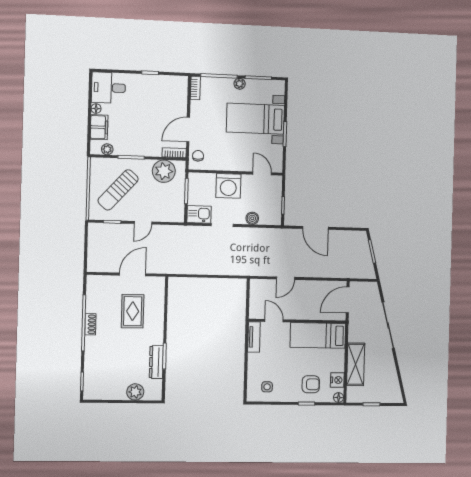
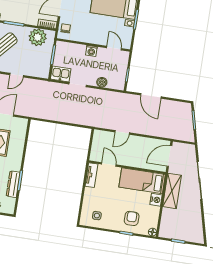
washing machine: (228, 186) -> (91, 51), width x0.53, depth x0.53
shelving: (356, 364) -> (172, 191), moved
nightstand: (337, 380) -> (156, 200), moved
armchair: (311, 384) -> (132, 218), turned -90

